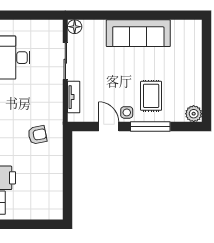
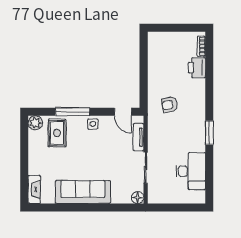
fireplace: (195, 36) -> (34, 189), added
rug: (151, 96) -> (57, 133), moved
door: (109, 127) -> (123, 112), moved

